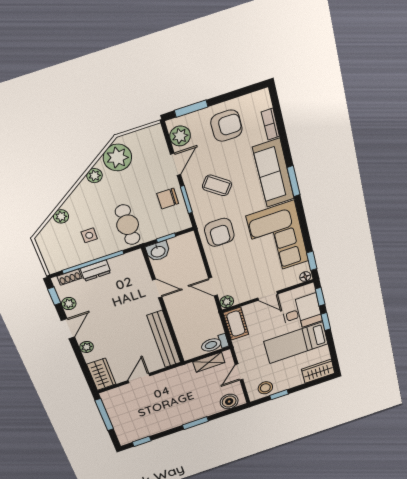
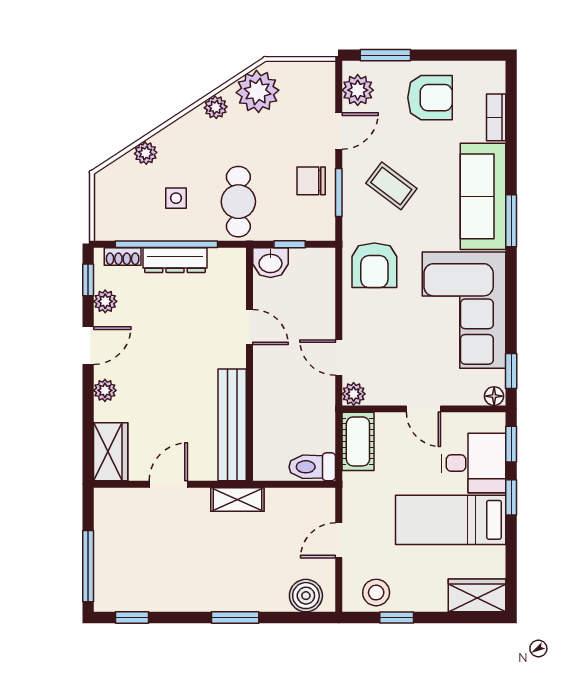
dresser: (96, 271) -> (175, 260), width x1.44
shelving: (209, 362) -> (237, 499), moved
window: (104, 415) -> (88, 566), moved

